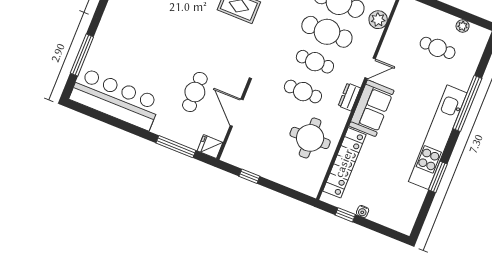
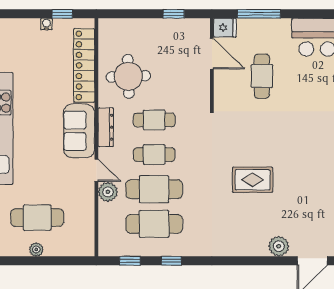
plant: (378, 20) -> (108, 192), moved
plant: (463, 26) -> (36, 249), moved
cafe table: (438, 48) -> (37, 218), width x1.37, depth x1.35
door: (370, 68) -> (96, 170), swing flipped
dresser: (349, 97) -> (106, 127), width x1.44
door: (237, 113) -> (212, 54), moved

